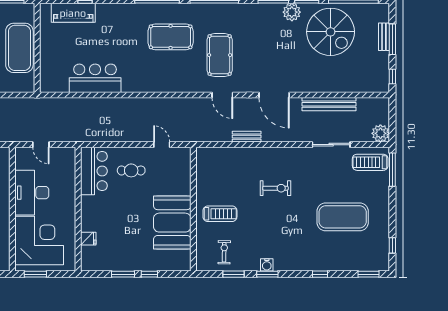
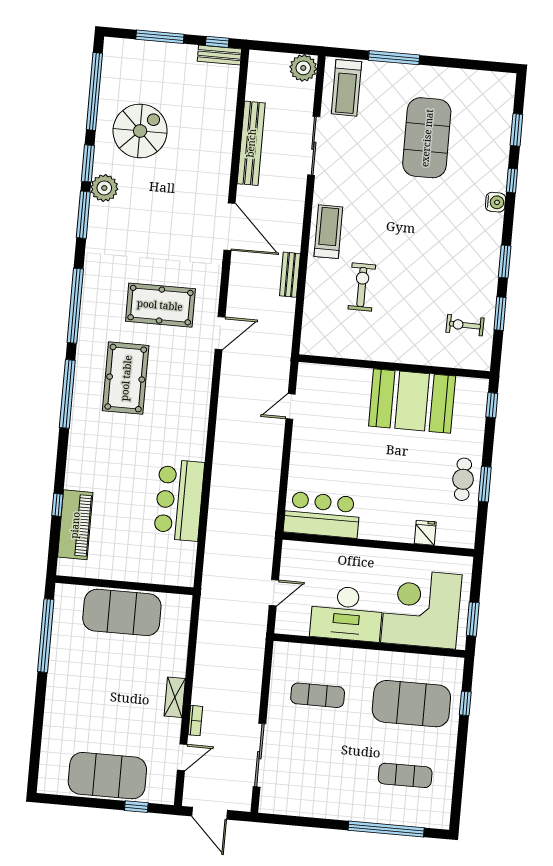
spiral stairs: (331, 32) -> (140, 131), width x0.73, depth x0.73
bench: (384, 37) -> (219, 55), moved
door: (222, 95) -> (220, 333), moved
door: (274, 95) -> (230, 227), hinge flipped
cafe table: (131, 170) -> (463, 479), moved
window: (392, 170) -> (394, 58), moved
exercise bike: (275, 188) -> (362, 287), moved
treadmill: (220, 214) -> (328, 232), moved
window: (392, 245) -> (478, 65), removed
water cooler: (267, 265) -> (495, 202), moved
window: (149, 274) -> (492, 405), moved
window: (369, 274) -> (516, 130), moved

